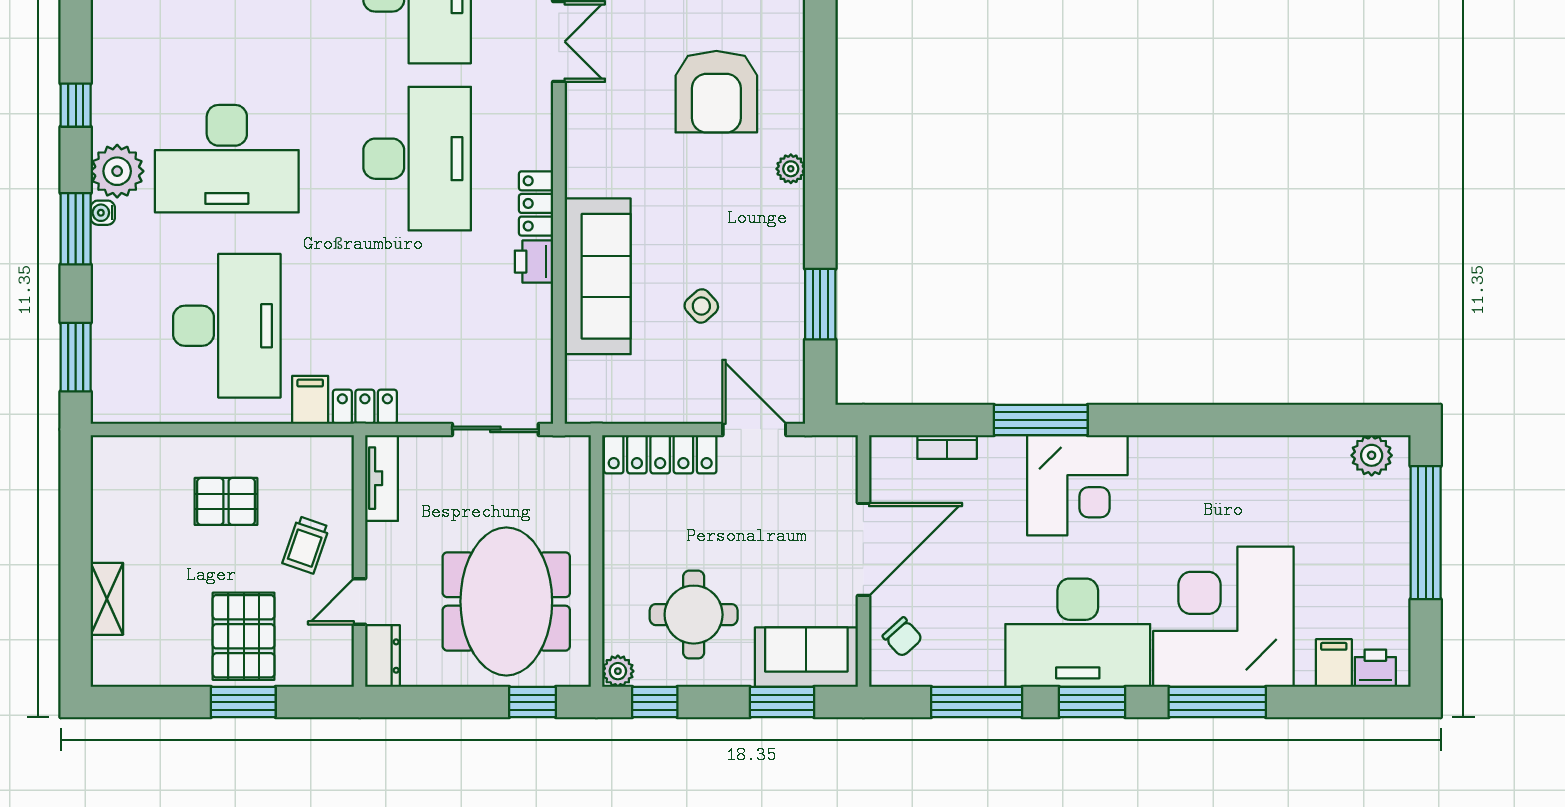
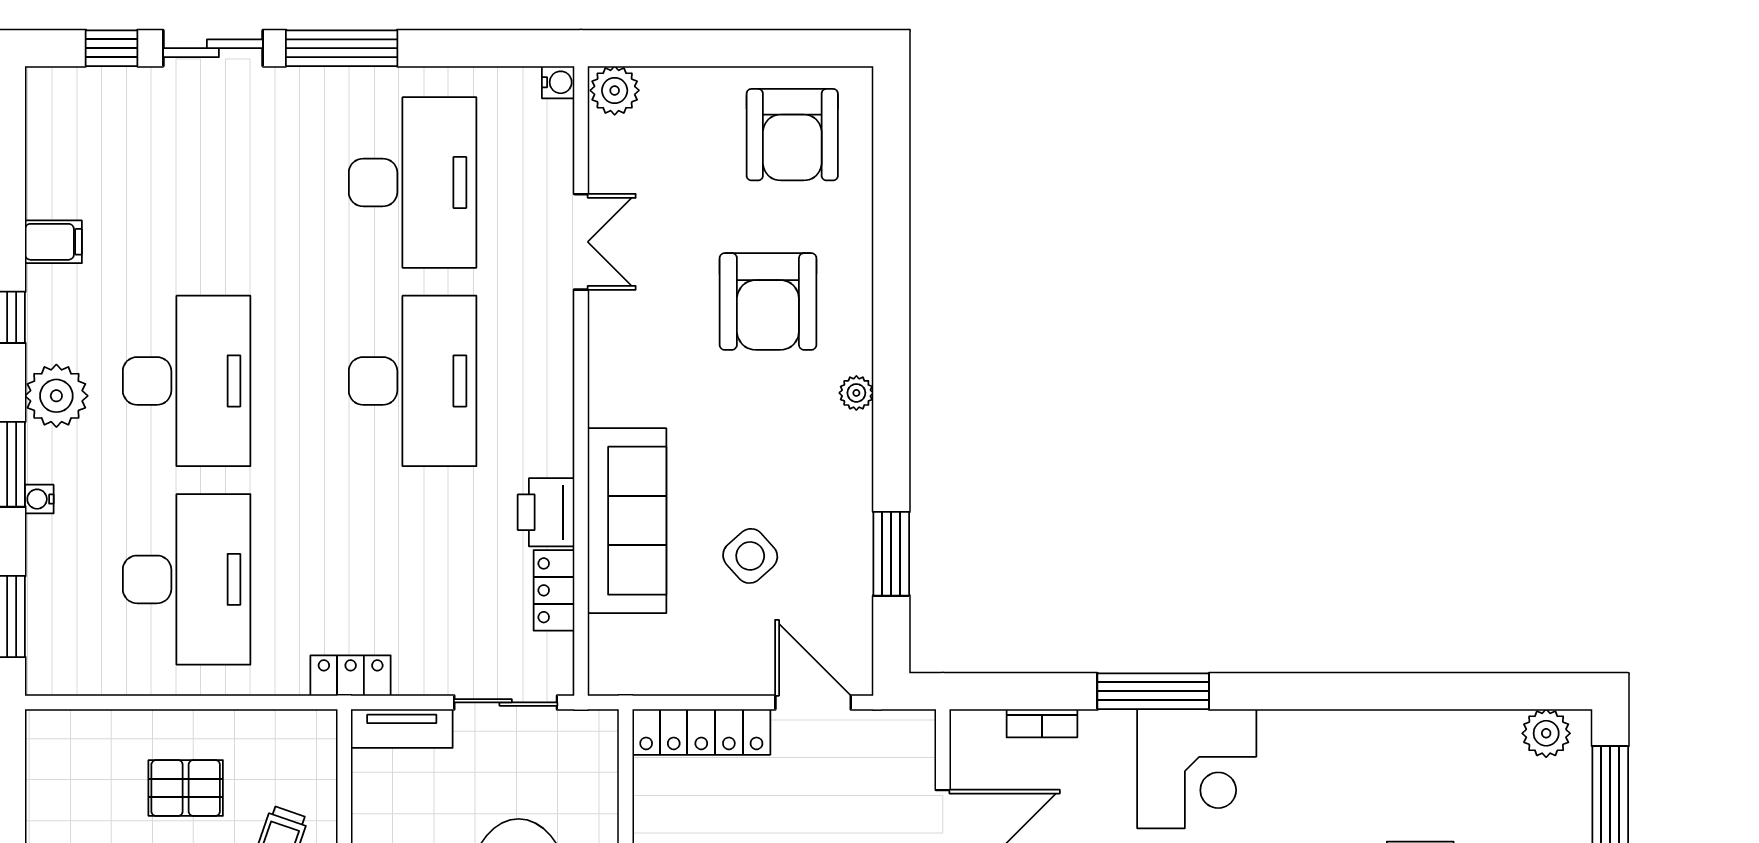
desk: (227, 159) -> (187, 381), turned -90
locker: (536, 203) -> (554, 590), moved
water cooler: (103, 213) -> (39, 499), moved
printer: (534, 262) -> (546, 512), width x1.36, depth x1.24
side table: (701, 306) -> (750, 556), width x1.37, depth x1.37
filing cabinet: (310, 400) -> (53, 242), moved, turned 90
tv unit: (382, 478) -> (402, 729), moved, turned 90

